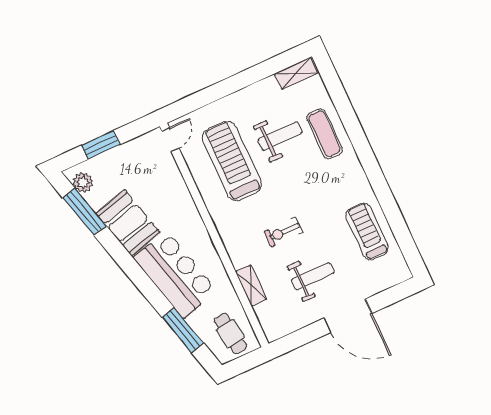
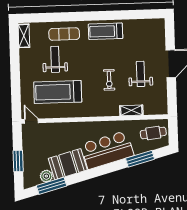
plant: (83, 182) -> (46, 176), moved
treadmill: (367, 231) -> (106, 31), moved

